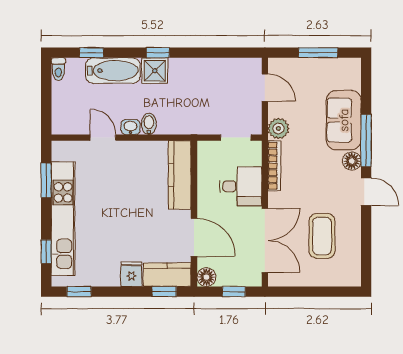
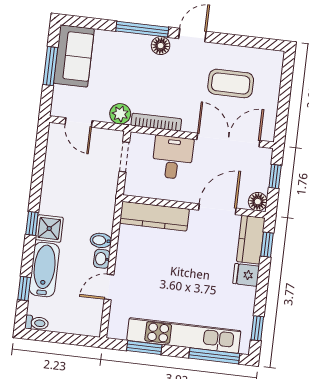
door: (265, 88) -> (79, 122), swing flipped
sofa: (344, 120) -> (74, 56), moved, turned -90
window: (46, 252) -> (214, 356), width x2.17

